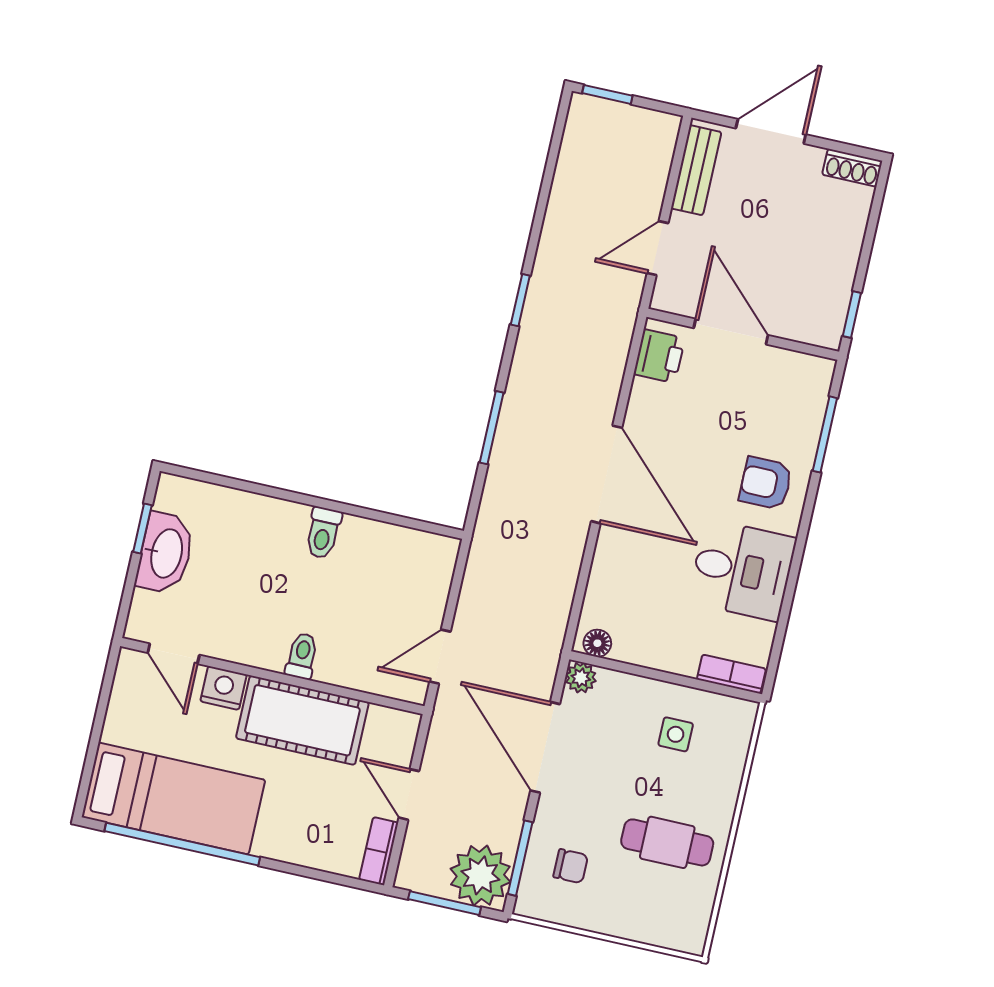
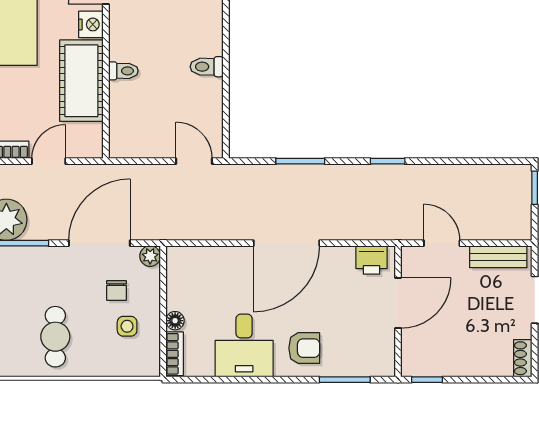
armchair: (766, 483) -> (304, 348), turned 90
floor lamp: (597, 643) -> (175, 321), moved
door: (440, 657) -> (194, 161), moved
chair: (571, 866) -> (117, 291), moved

